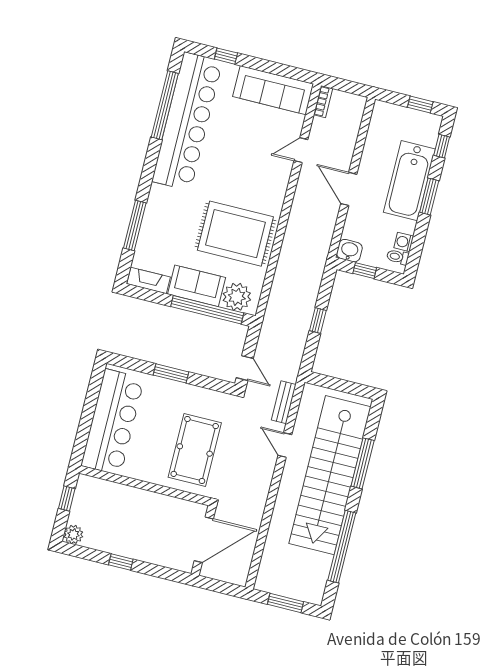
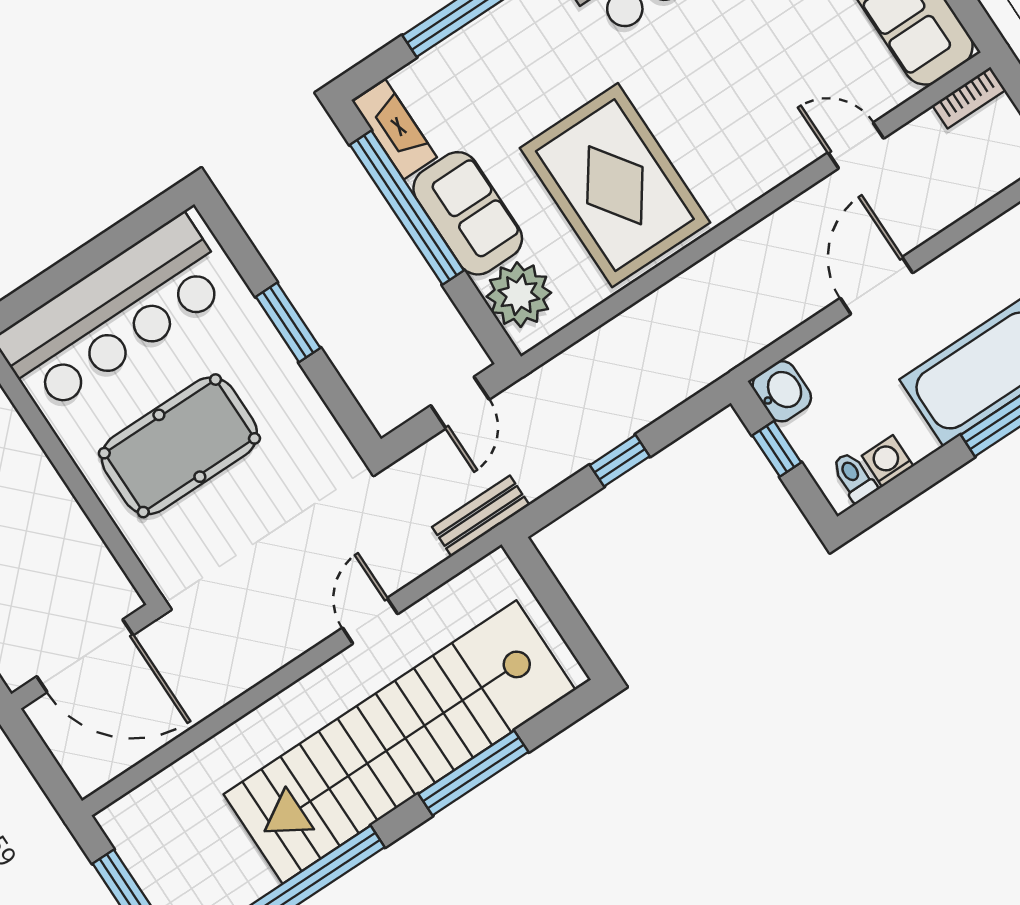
window: (207, 310) -> (407, 208), moved
door: (245, 368) -> (460, 402), moved
bench: (284, 402) -> (481, 516), moved
pool table: (195, 450) -> (179, 446), moved

